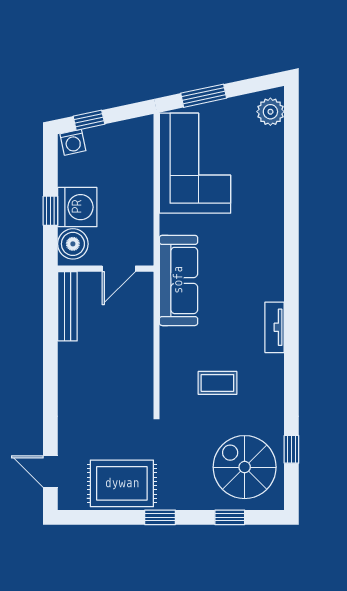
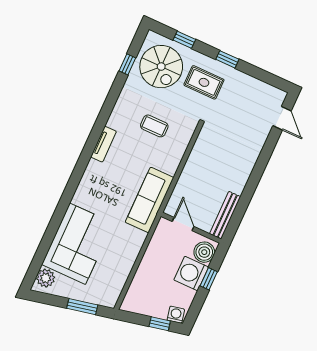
corner sofa: (195, 163) -> (78, 244), moved, turned 180
door: (119, 269) -> (183, 224), hinge flipped
rug: (122, 483) -> (204, 82), moved, width x0.73, depth x0.70

